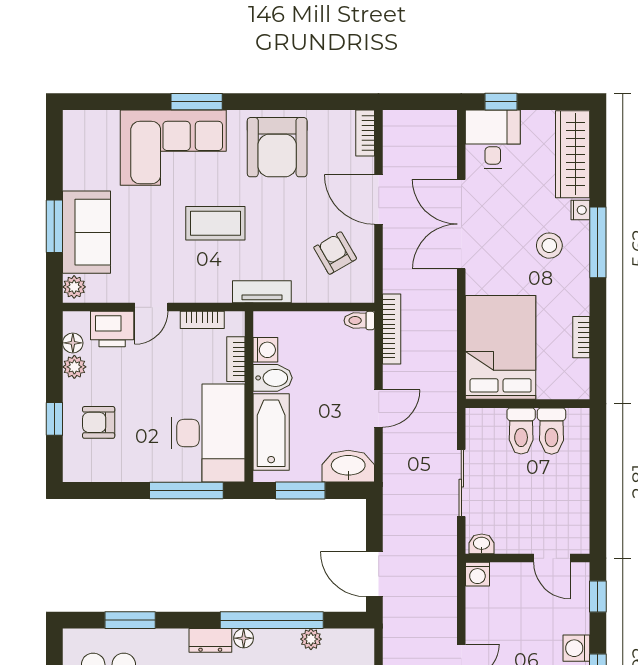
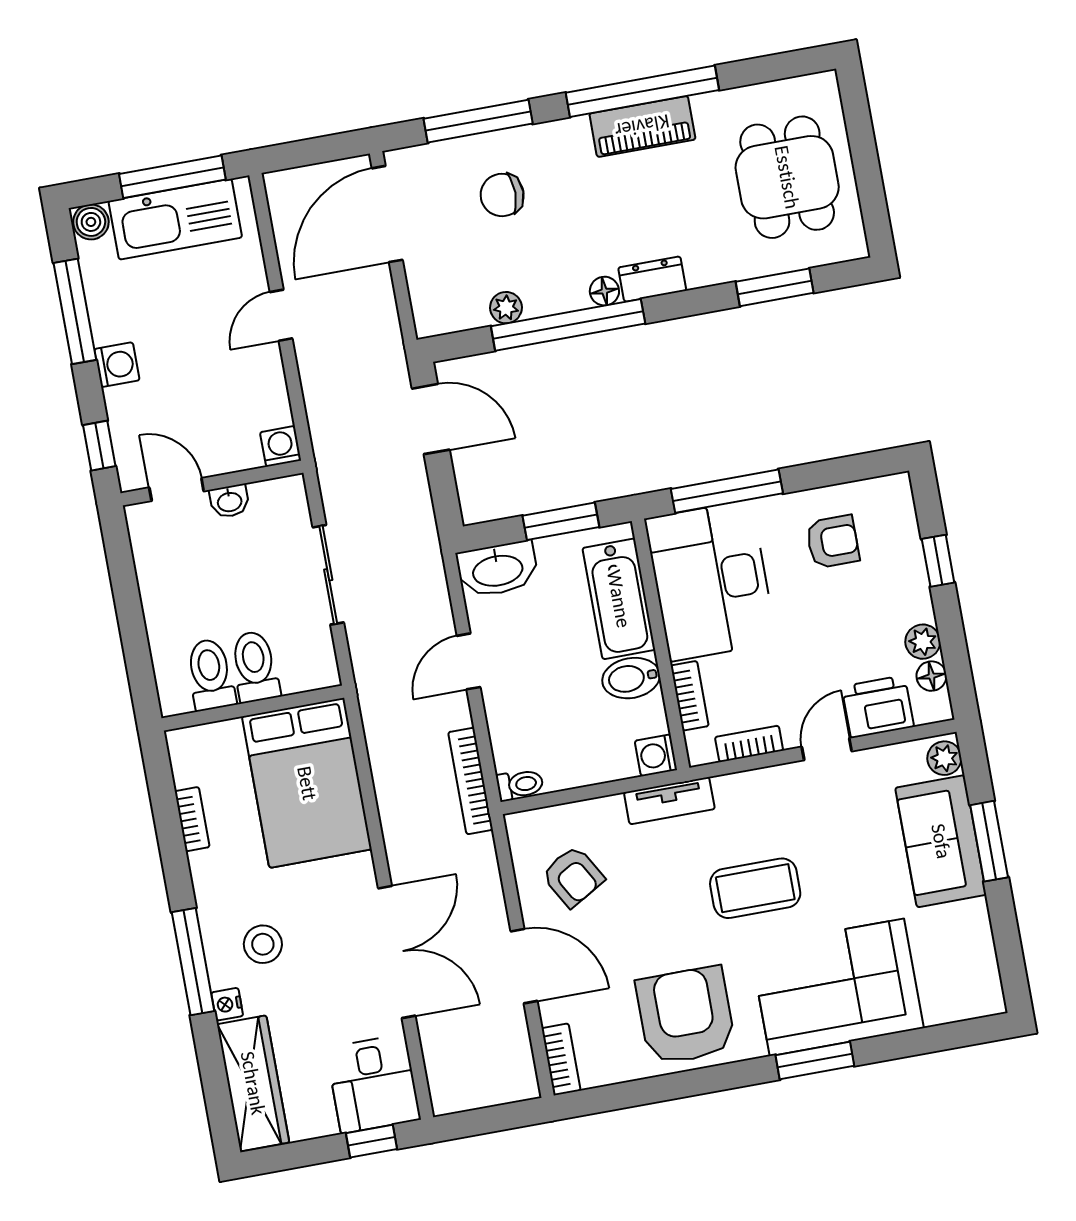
washing machine: (265, 350) -> (656, 755), moved
armchair: (99, 422) -> (833, 542), moved
washbasin: (482, 544) -> (229, 501), moved

